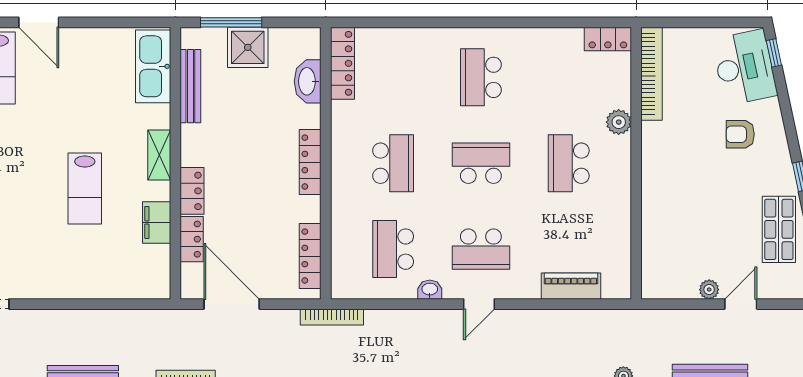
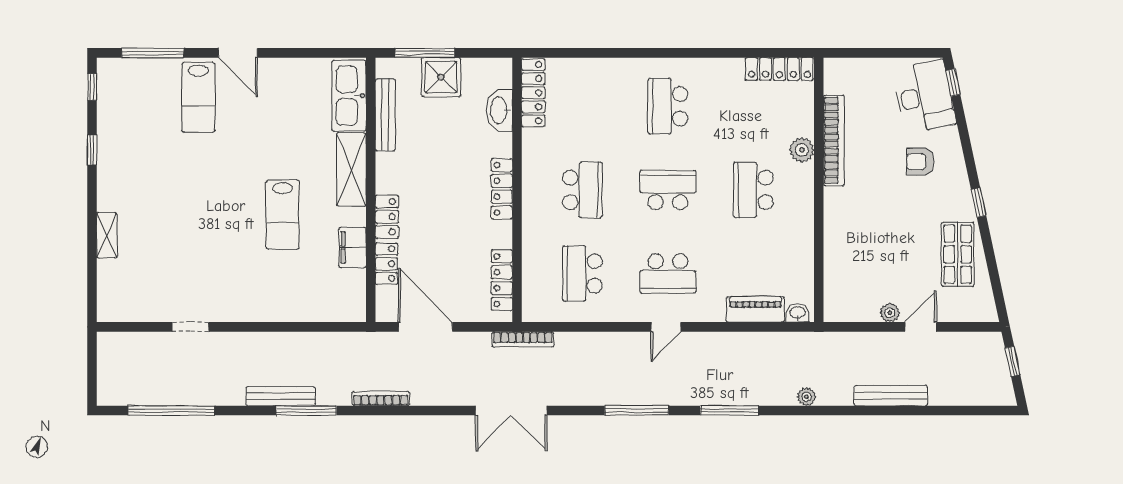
locker: (608, 39) -> (779, 69), width x1.53
bookcase: (651, 74) -> (834, 140), moved
shelving: (159, 155) -> (351, 170), width x1.50, depth x1.33
washbasin: (430, 290) -> (798, 313), moved

